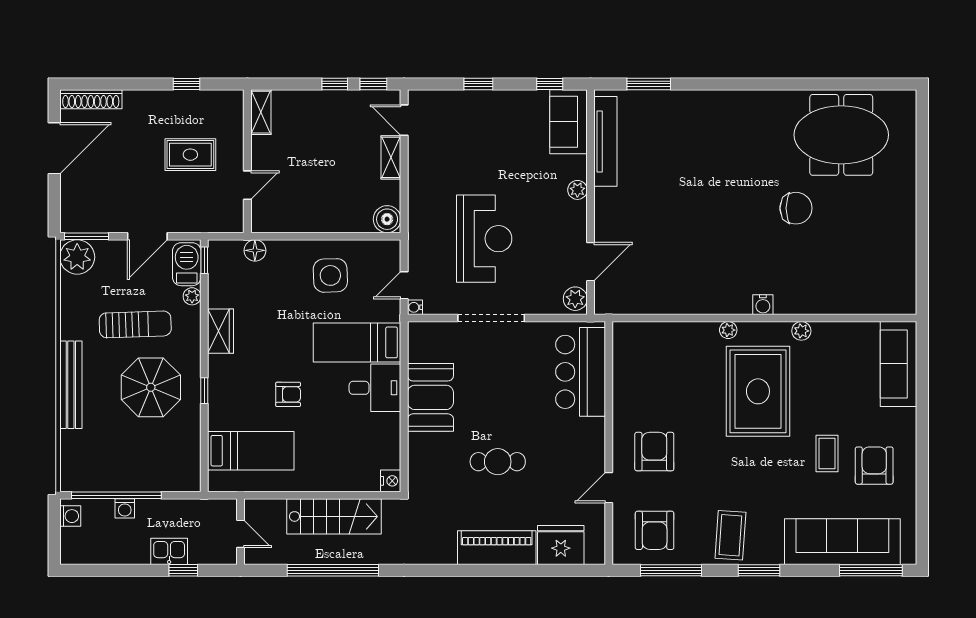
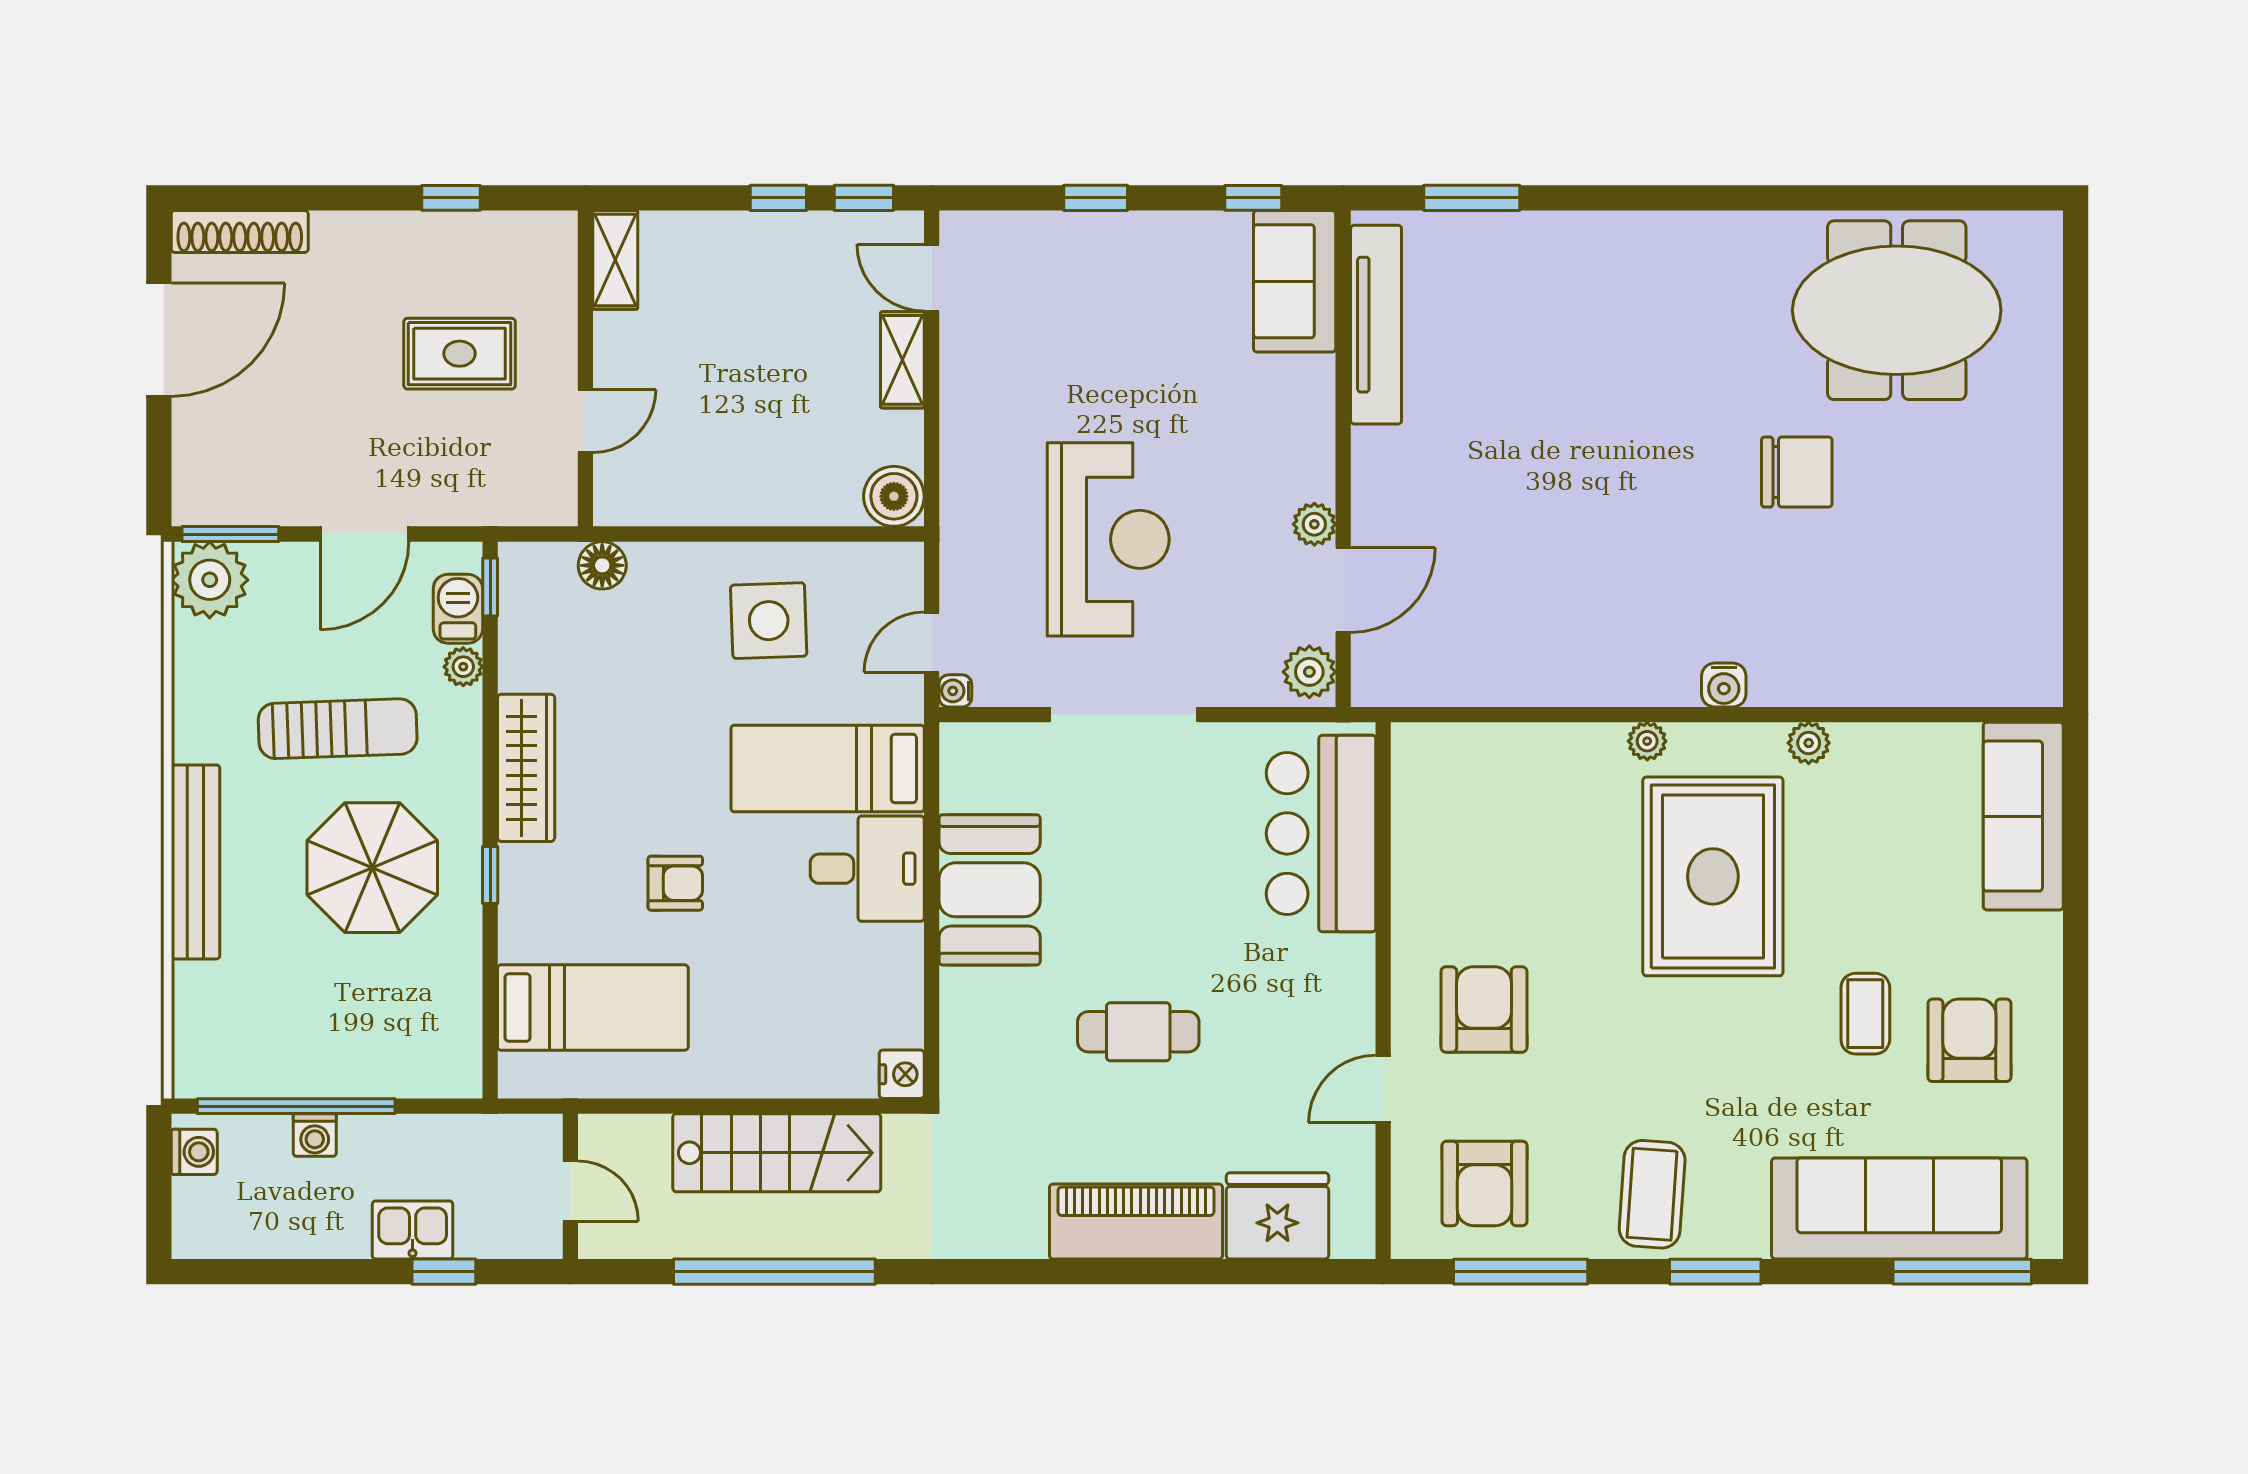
plant: (577, 190) -> (1314, 524), moved
barbecue: (187, 264) -> (458, 609), width x0.73, depth x0.79
wardrobe: (220, 331) -> (526, 768), width x1.50

